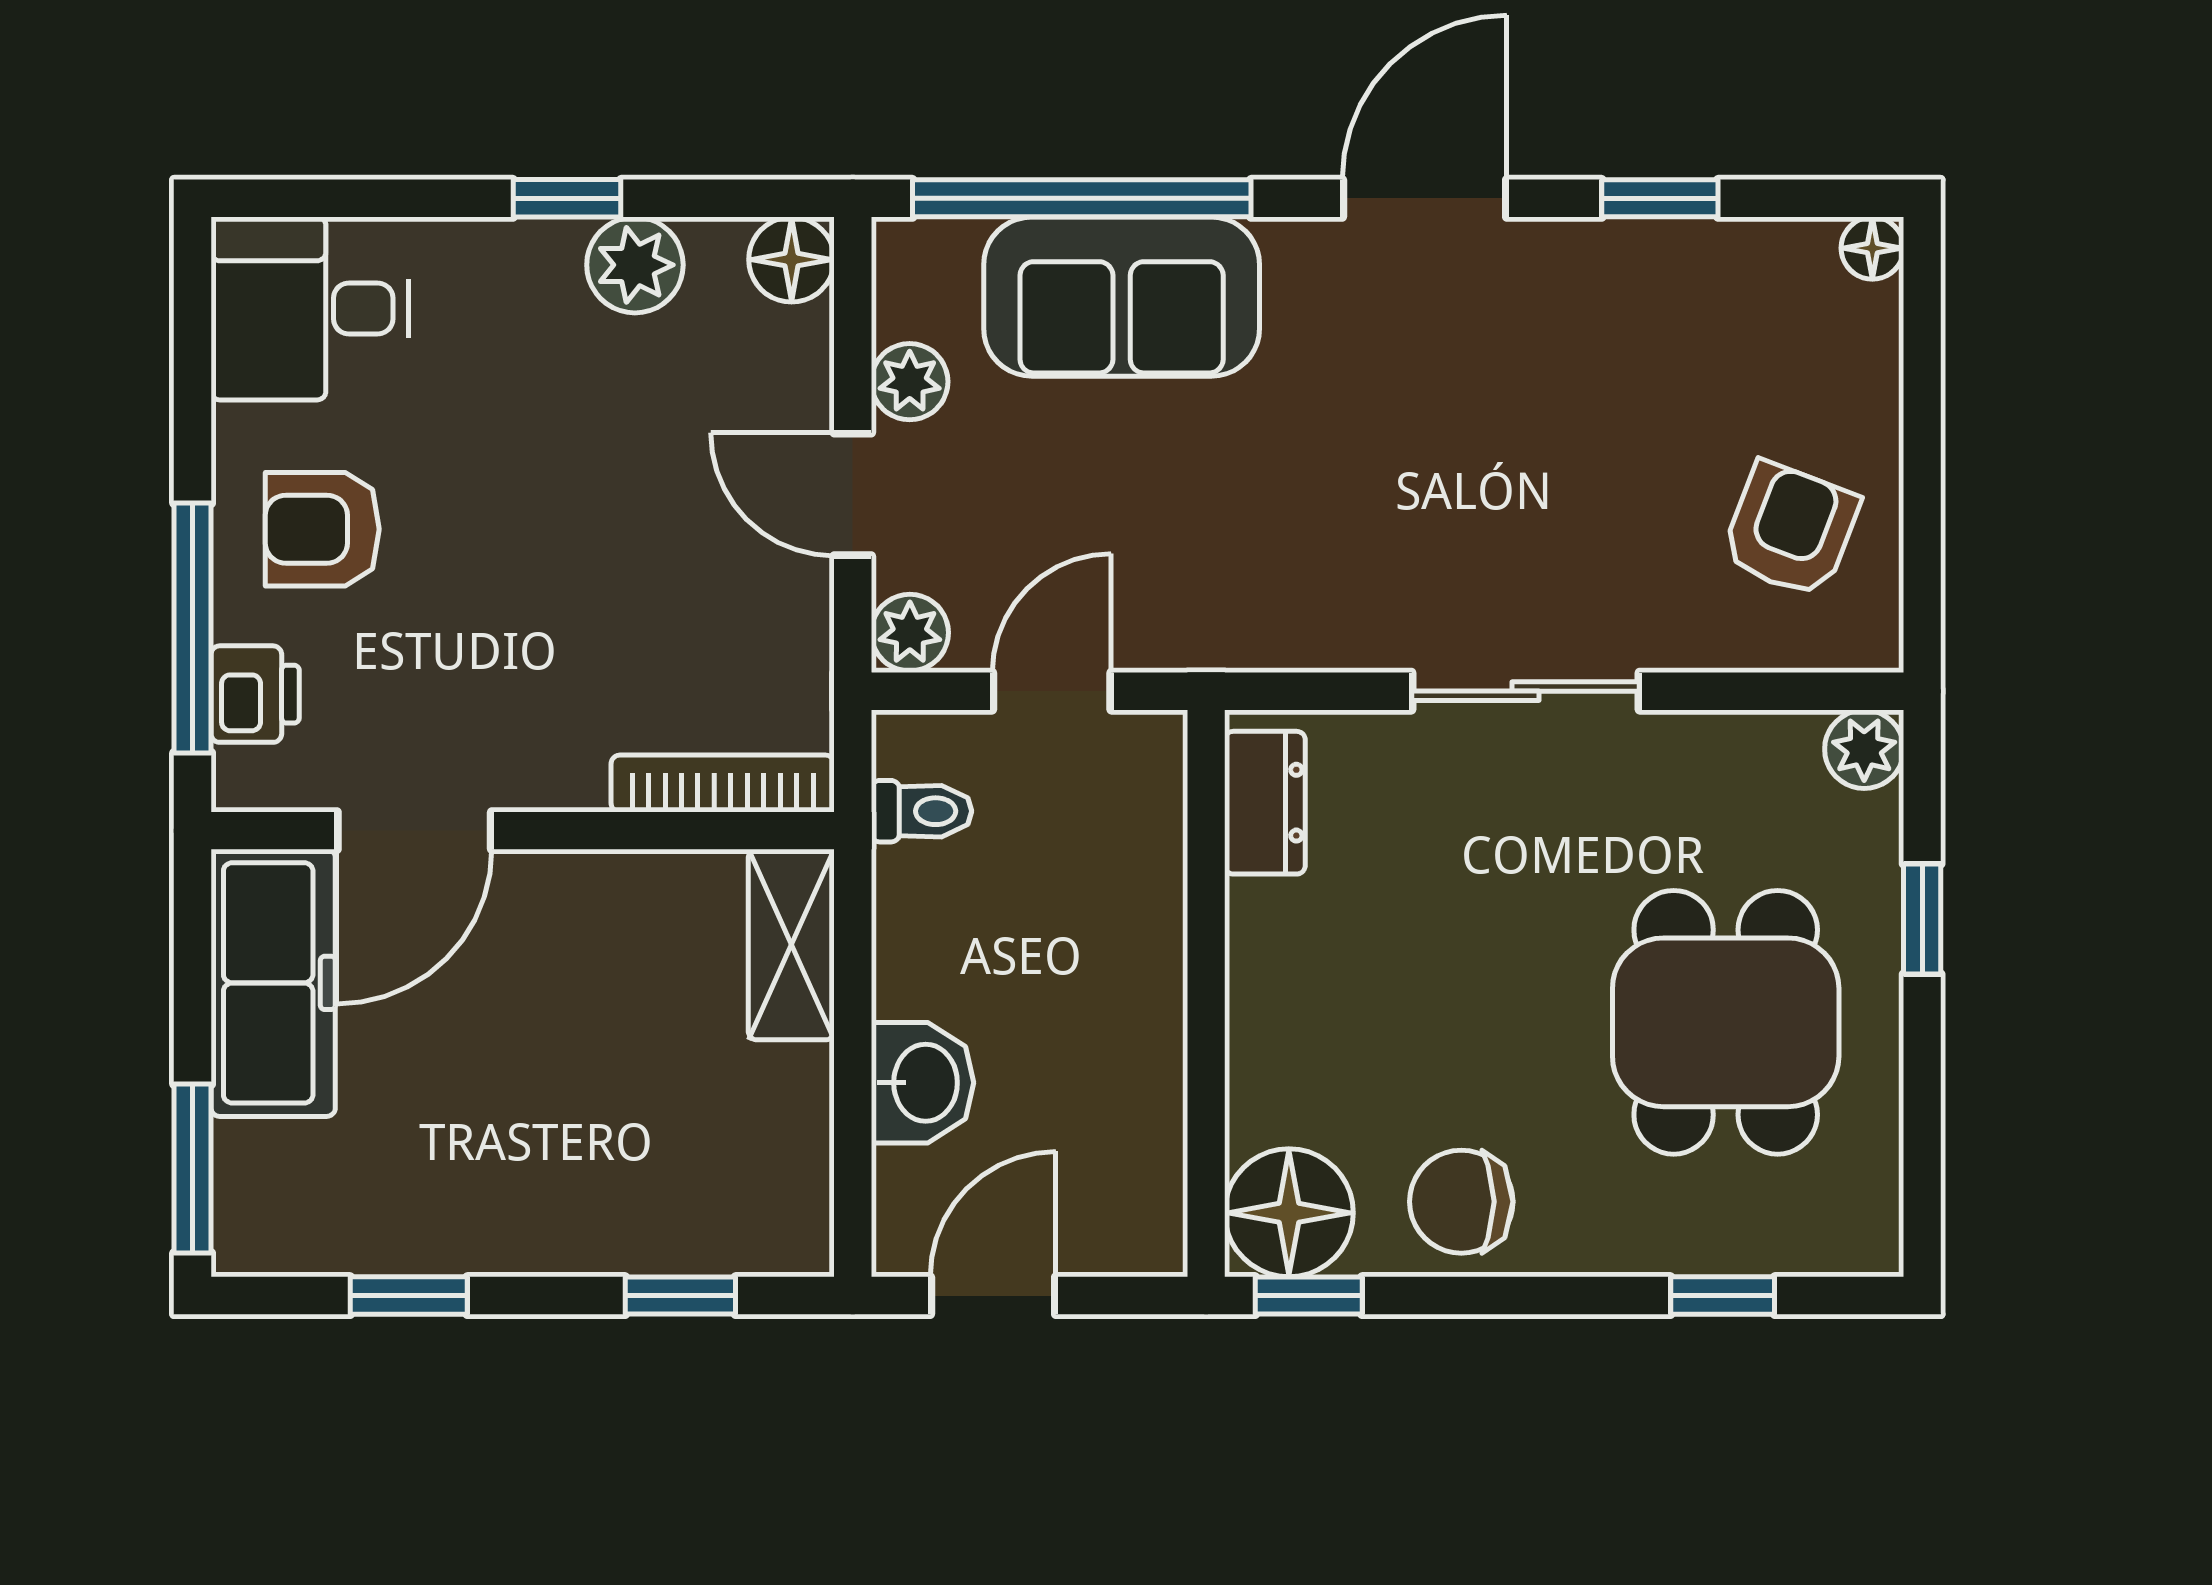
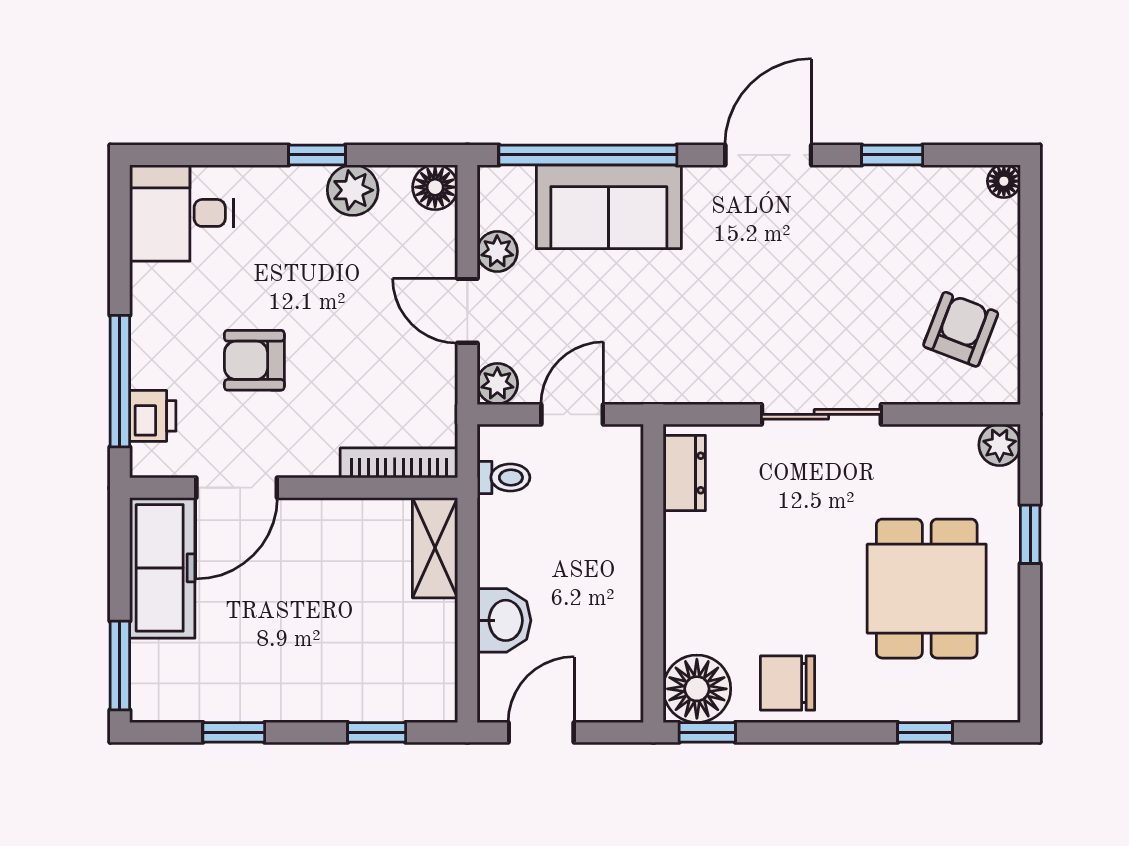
armchair: (322, 529) -> (254, 360), moved

